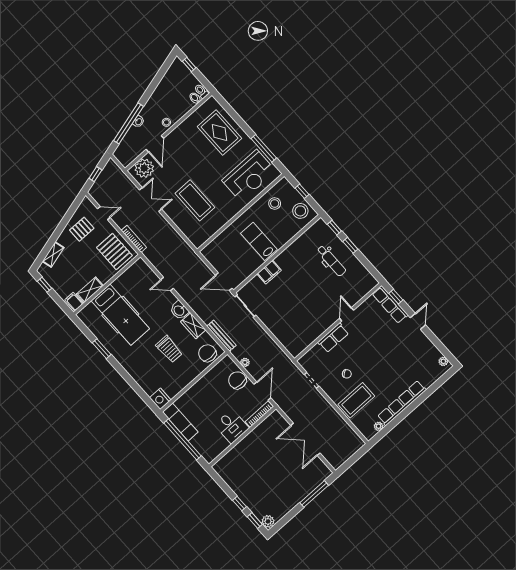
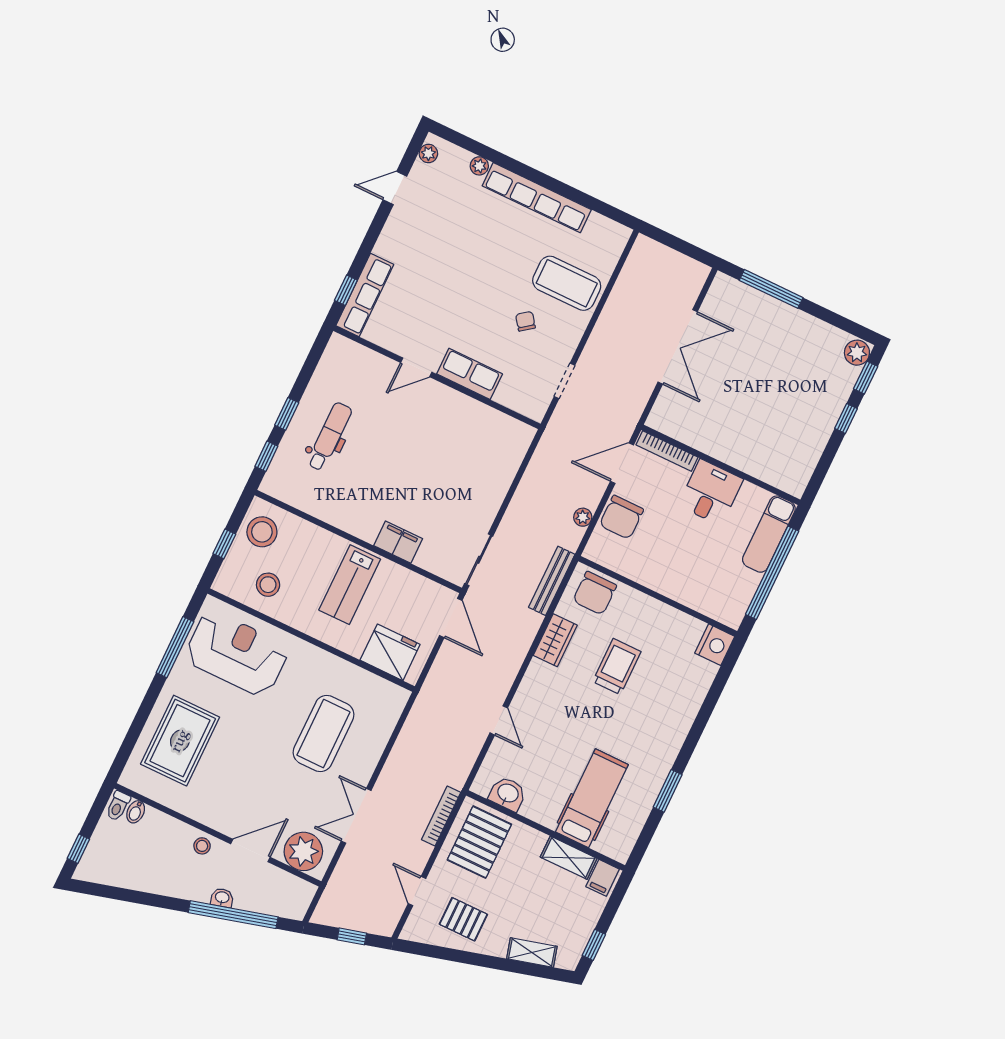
fridge: (220, 247) -> (390, 652), added
washbasin: (179, 310) -> (508, 794), moved, turned -90
hospital bed: (120, 315) -> (592, 798), width x0.73, depth x0.78
door: (418, 321) -> (395, 188), moved
exam couch: (180, 422) -> (769, 534), moved
plant: (379, 426) -> (479, 166), moved

